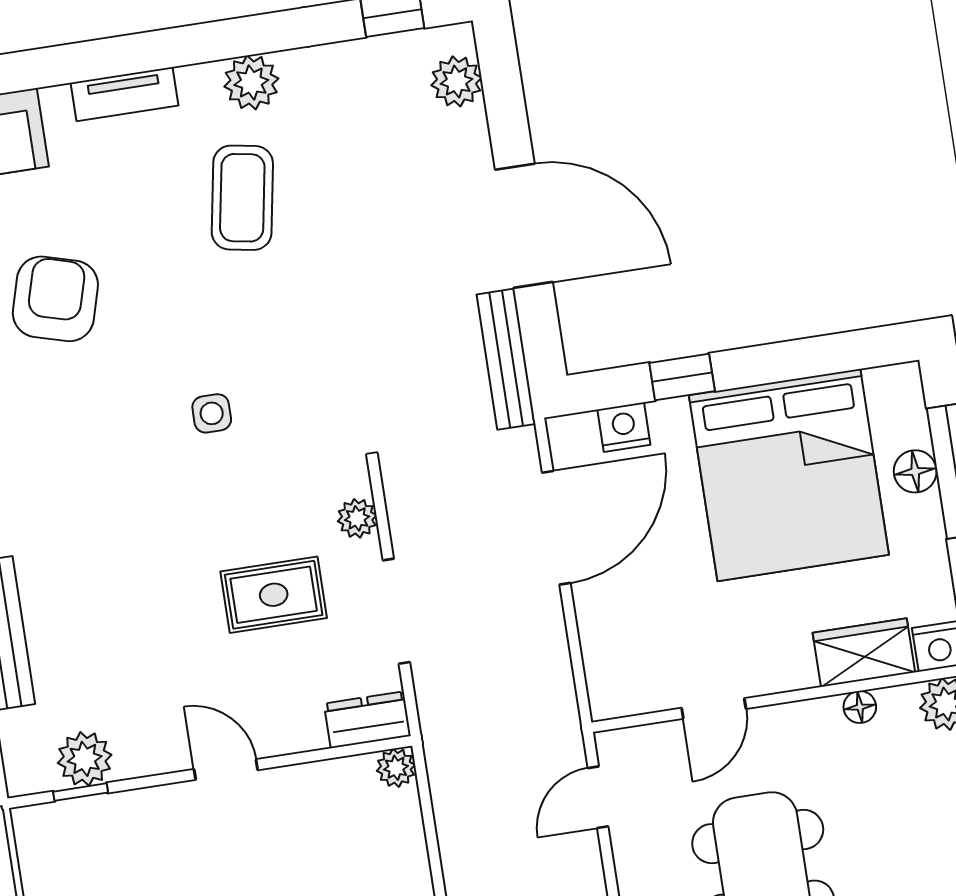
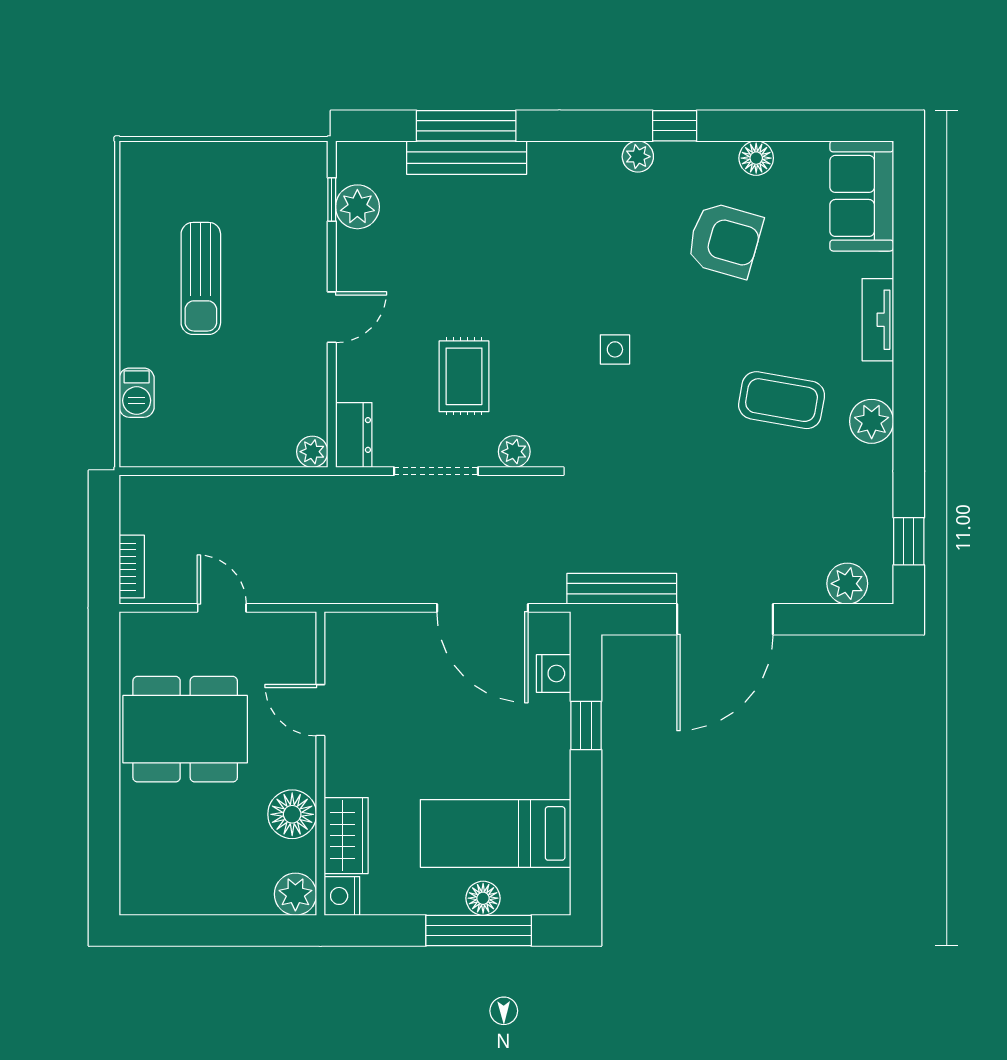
bed: (789, 475) -> (496, 833), width x0.49
floor lamp: (860, 707) -> (292, 814), width x1.89, depth x1.89
door: (598, 797) -> (222, 608), moved

